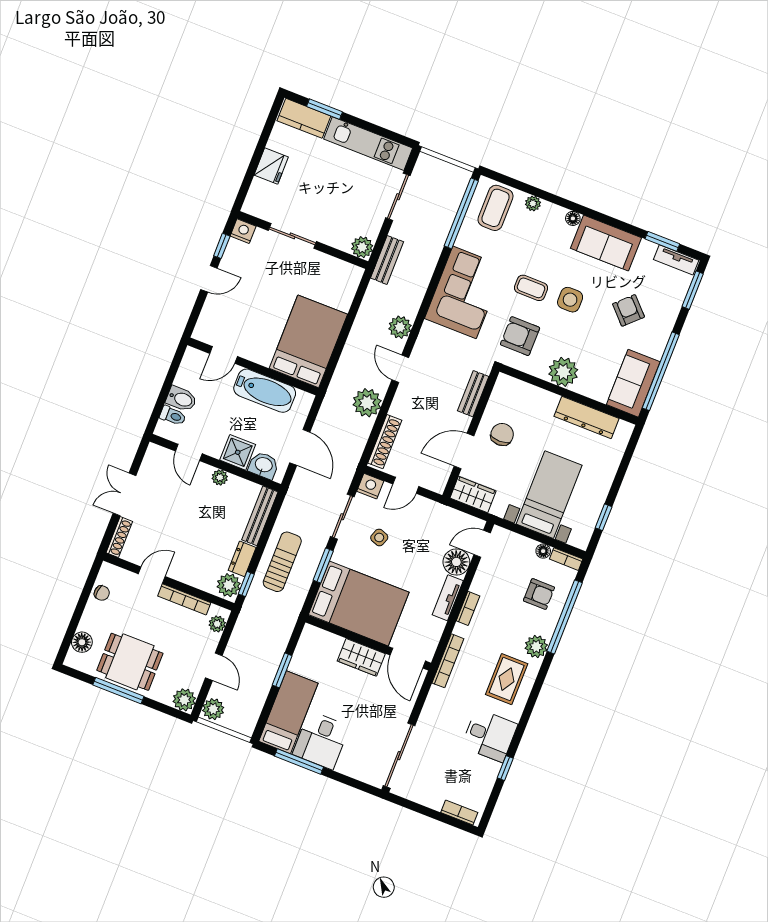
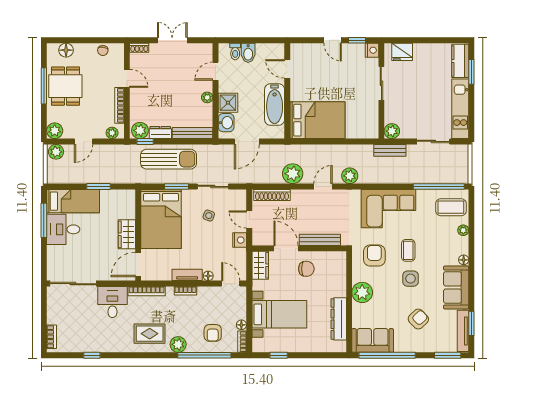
fridge: (271, 166) -> (402, 52), moved
tv unit: (676, 260) -> (463, 331), width x1.41
bench: (473, 394) -> (320, 240), width x1.36
nightstand: (370, 486) -> (240, 240), moved
shoe rack: (119, 537) -> (139, 48), width x0.70
sun lounger: (282, 562) -> (169, 159), width x1.36, depth x1.34
floor lamp: (456, 562) -> (208, 276), width x0.53, depth x0.53
desk: (489, 735) -> (112, 302), moved, turned 180

